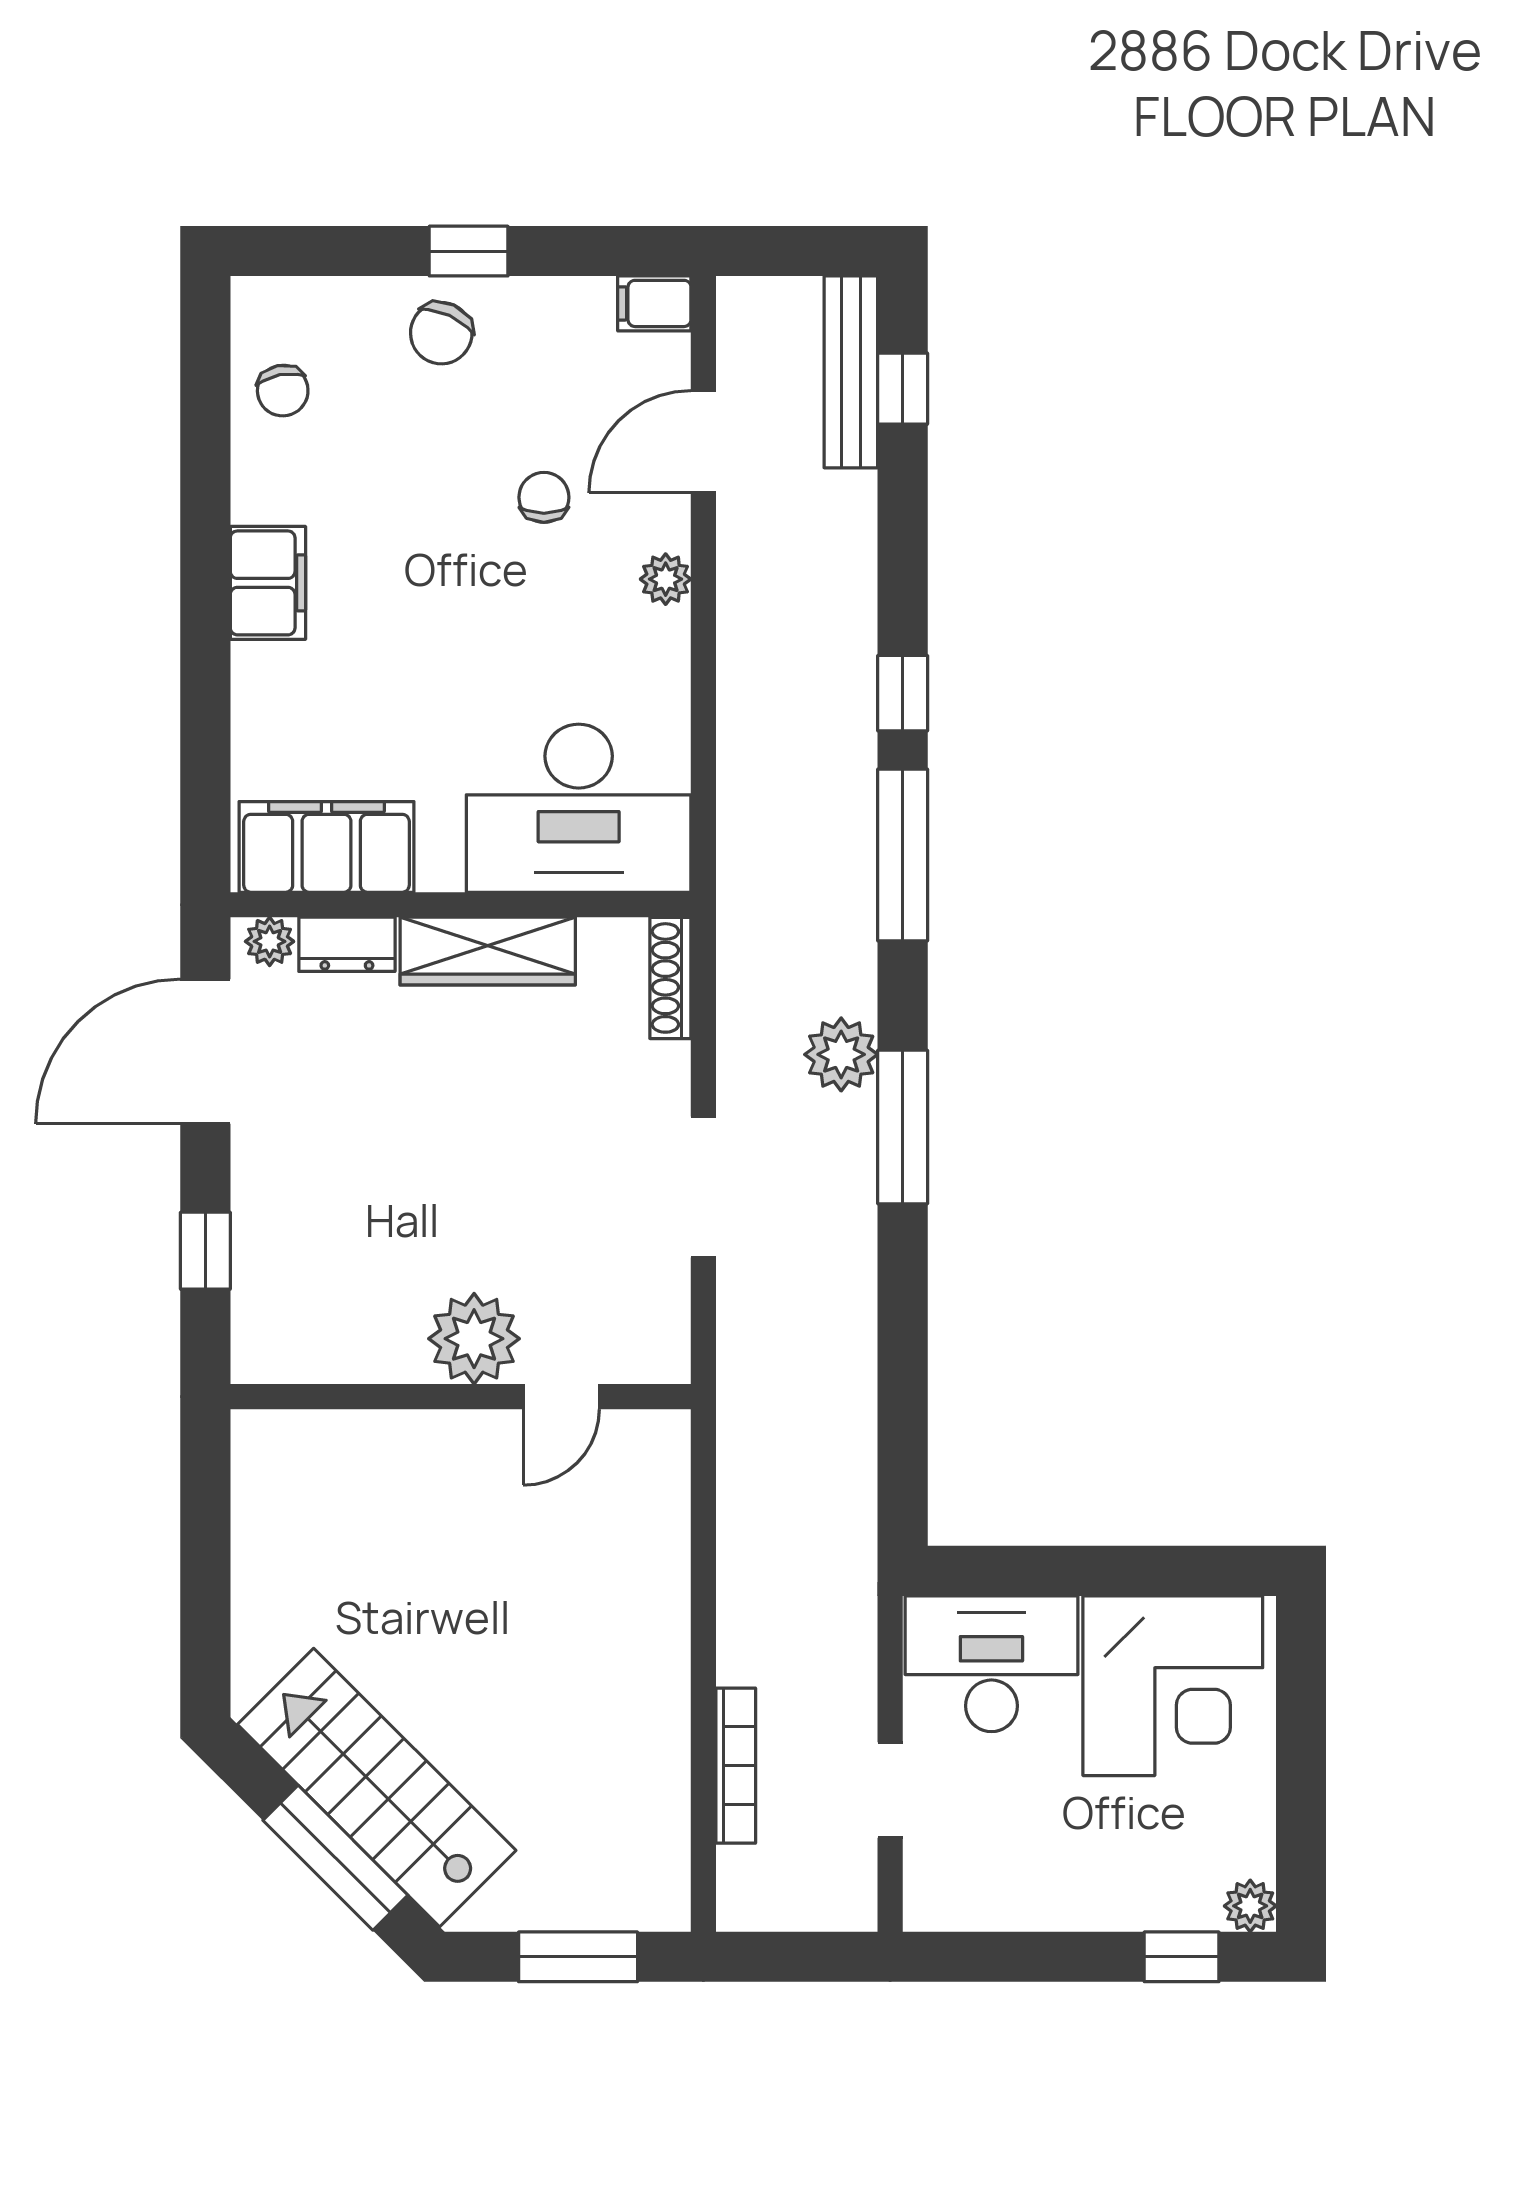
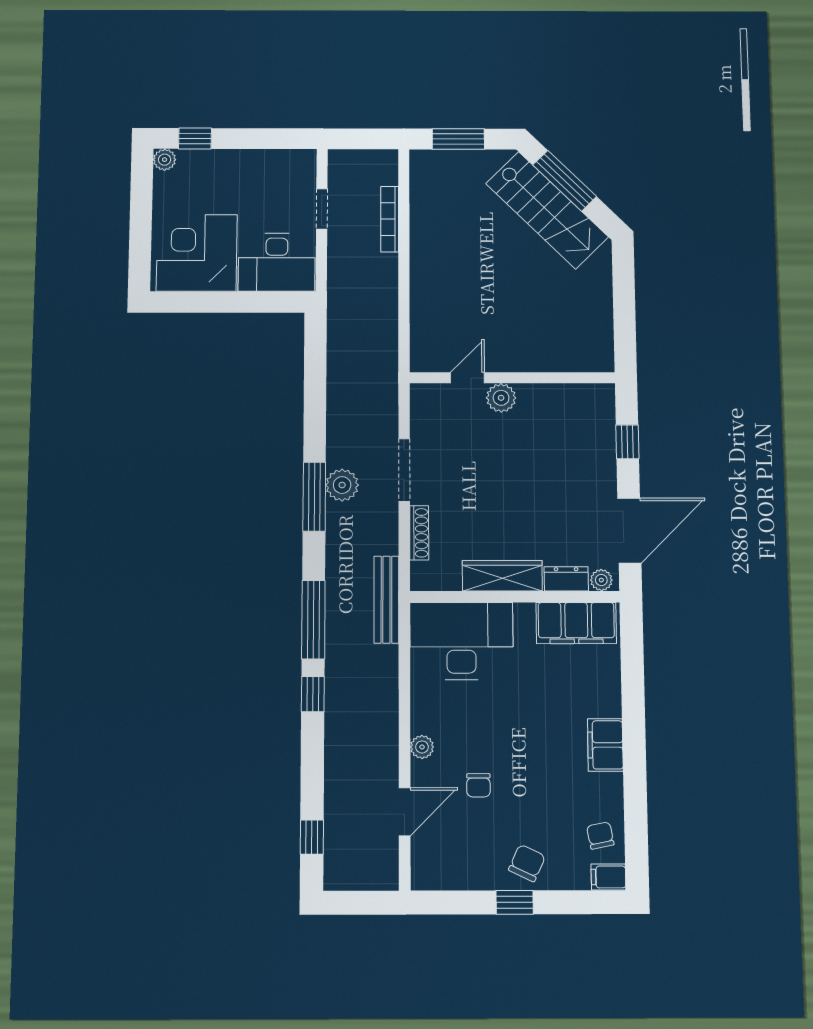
filing cabinet: (654, 303) -> (608, 877), moved, turned 180
bench: (851, 372) -> (386, 599), moved
shoe rack: (670, 978) -> (419, 533), moved
plant: (841, 1054) -> (342, 485), moved
plant: (474, 1339) -> (501, 398), width x0.73, depth x0.73

